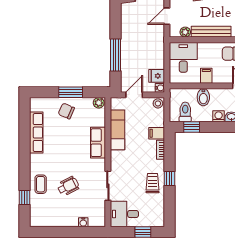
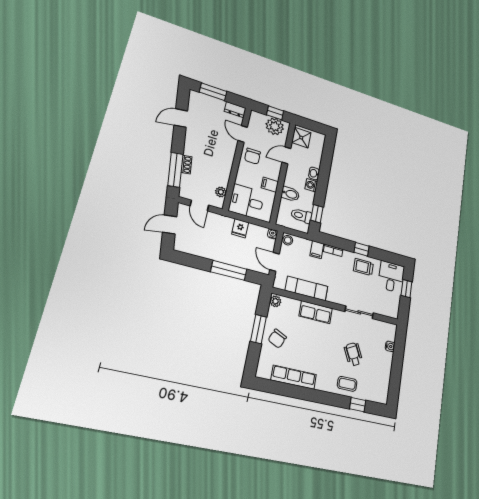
bench: (211, 32) -> (226, 166), removed
fridge: (157, 76) -> (240, 228), moved
desk: (124, 214) -> (391, 277), moved, turned 180

